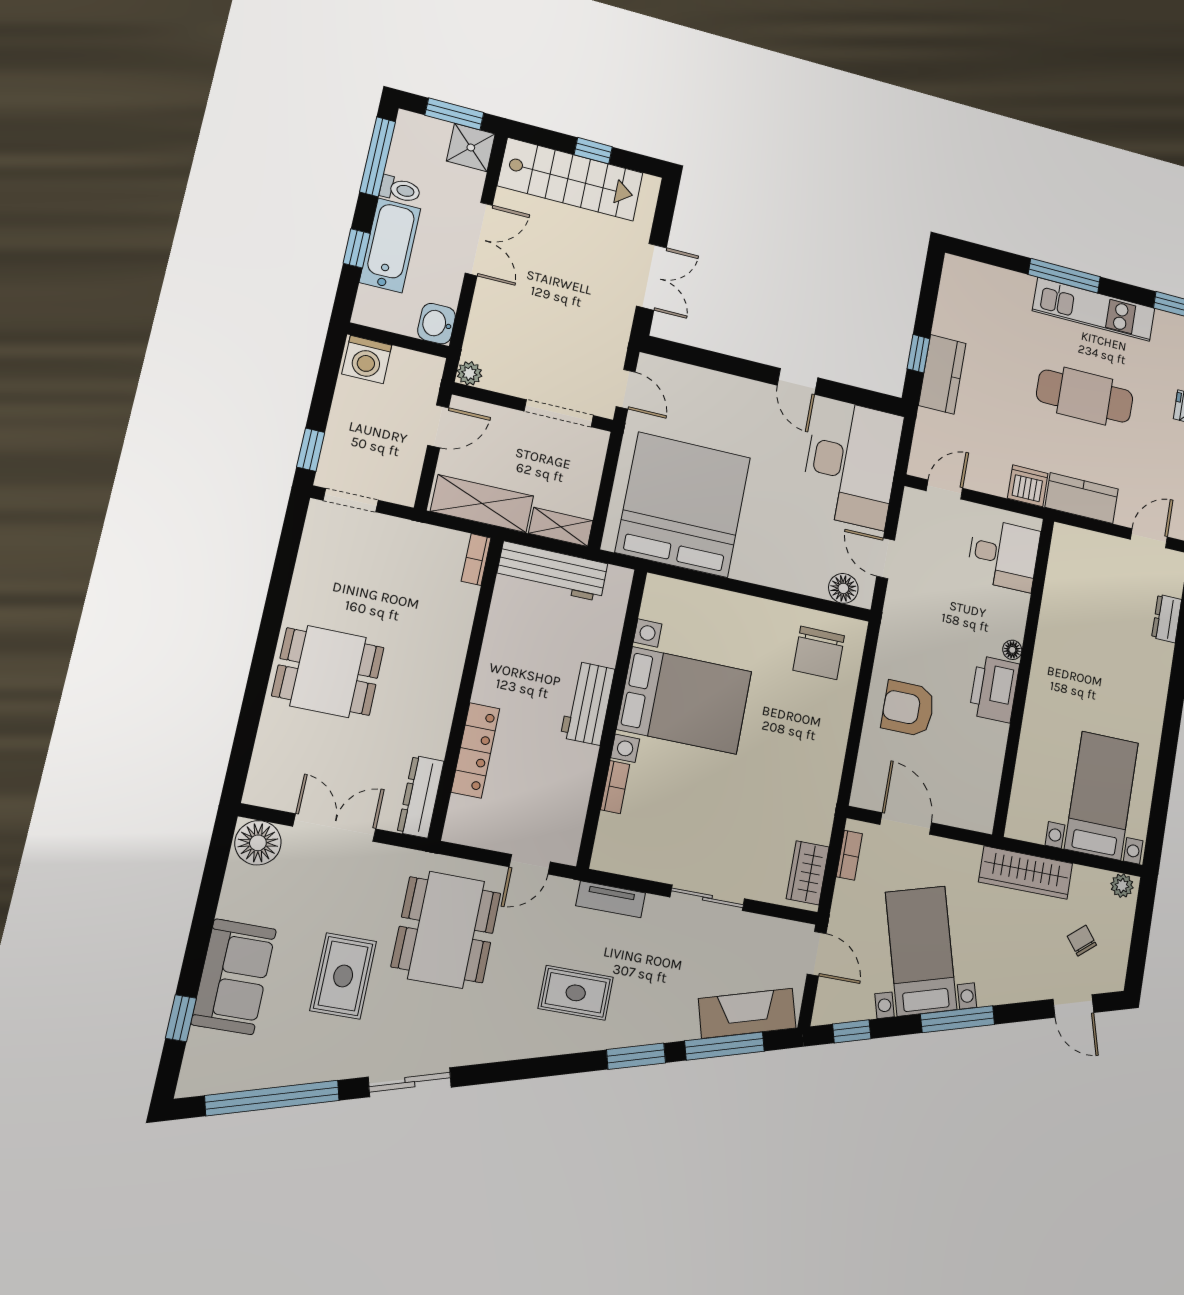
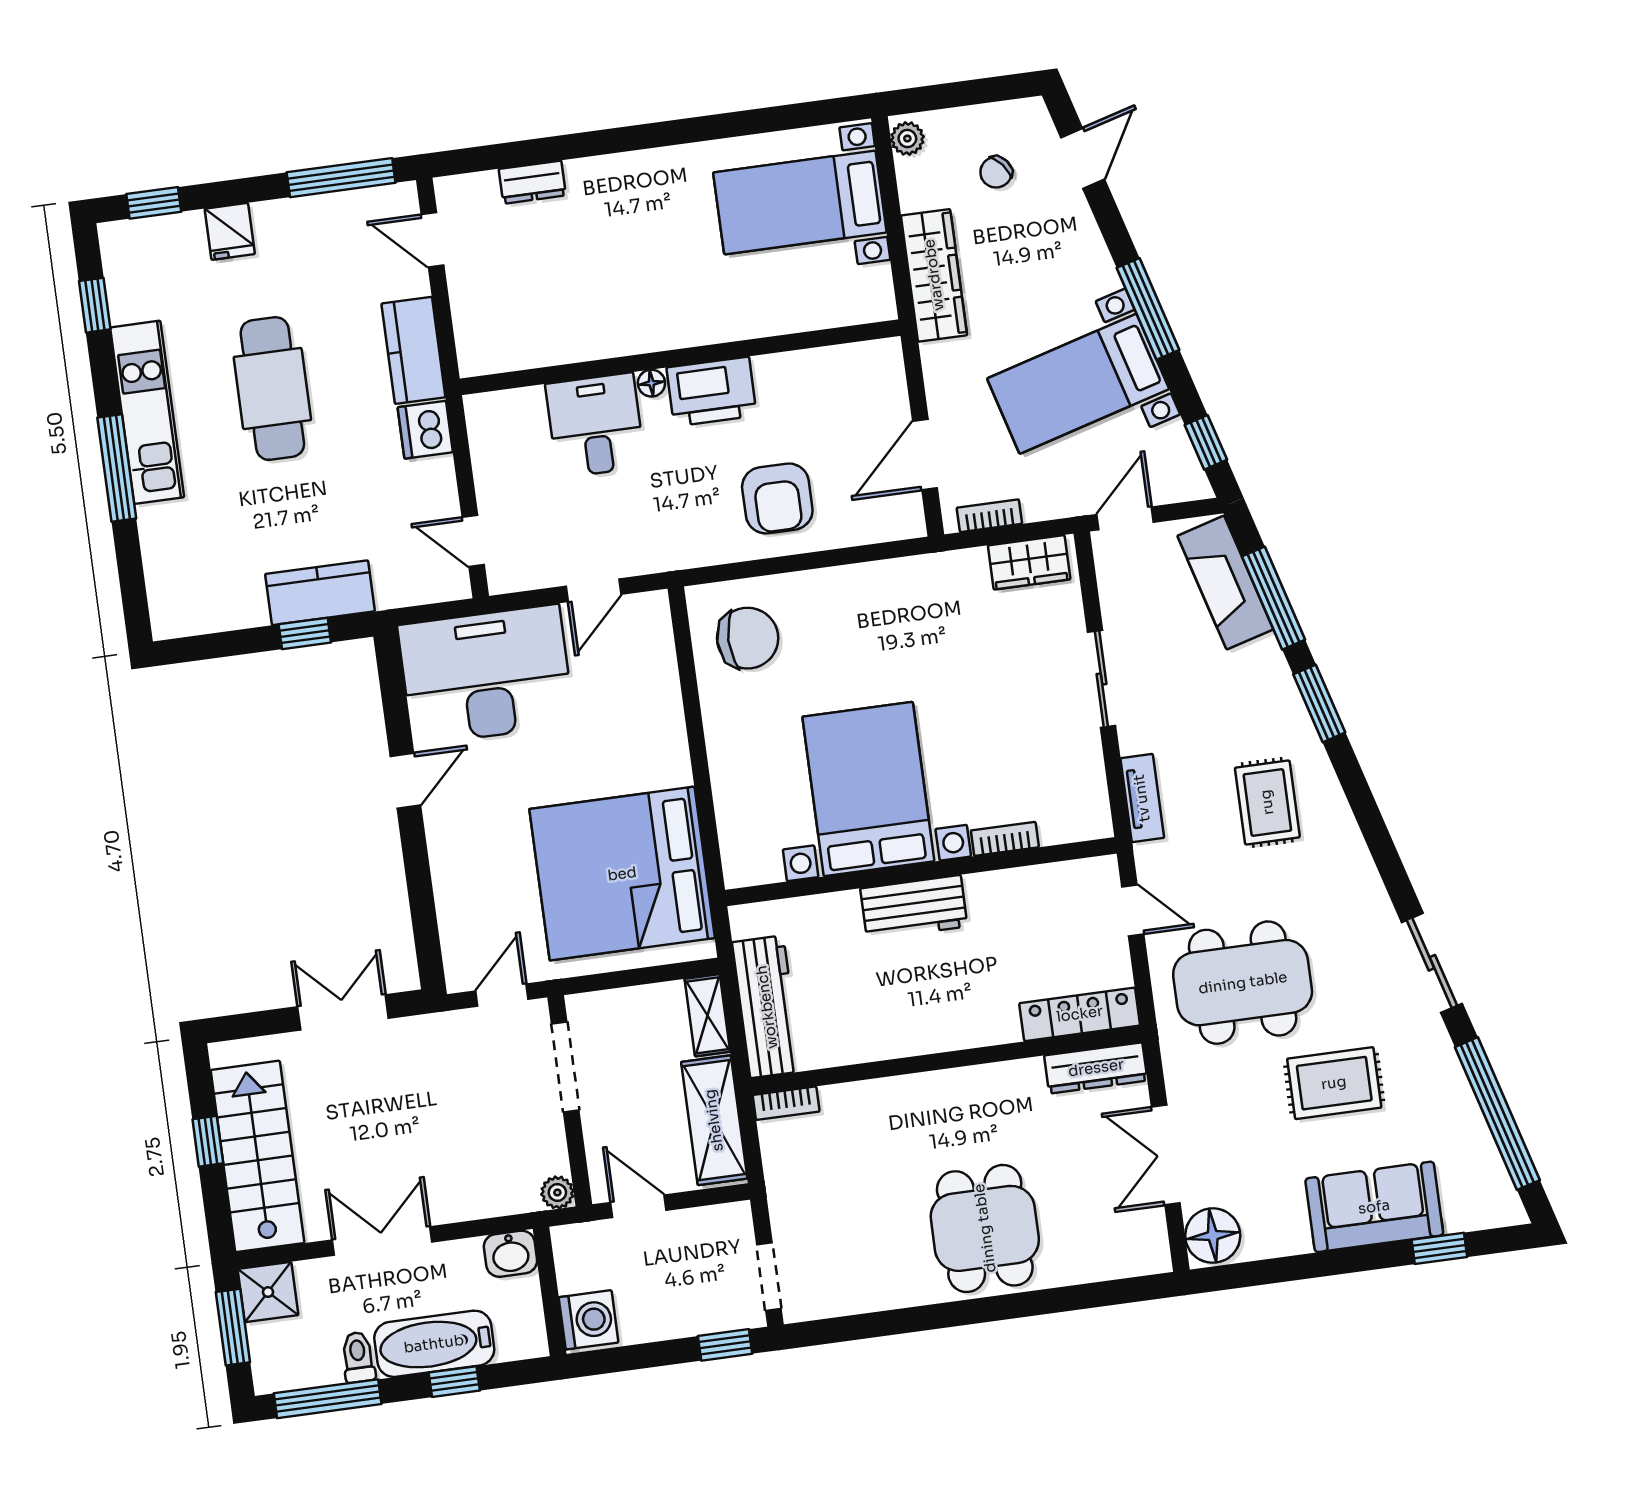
desk: (1003, 555) -> (595, 425), moved
floor lamp: (843, 588) -> (653, 633), removed
locker: (475, 750) -> (1080, 1014), moved

